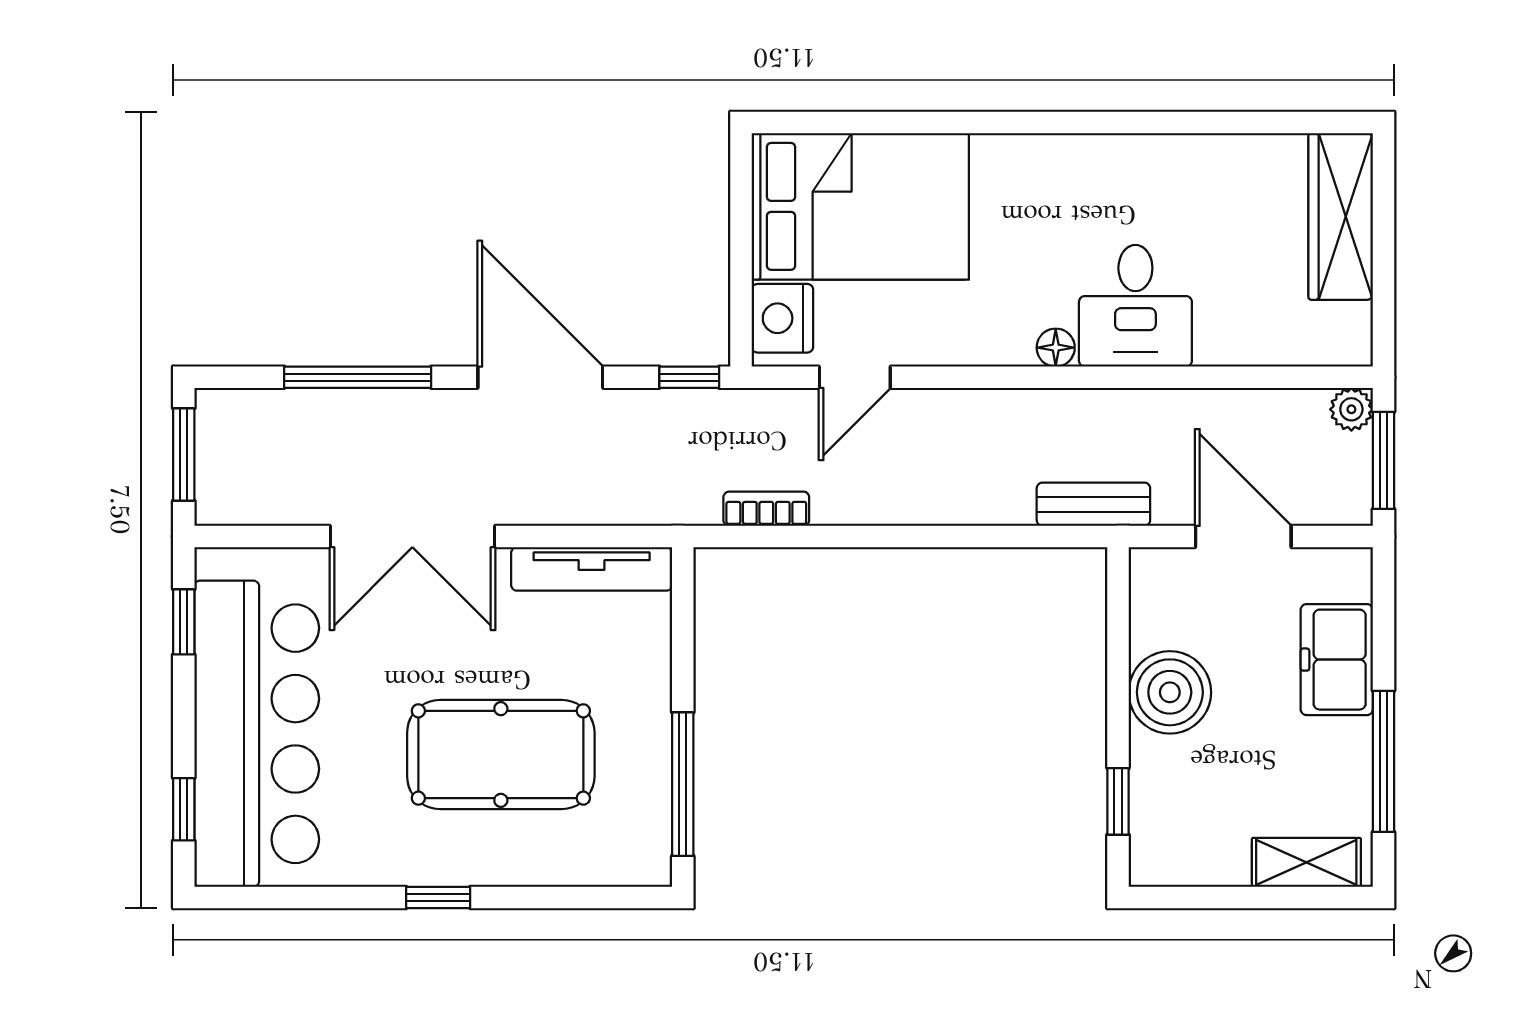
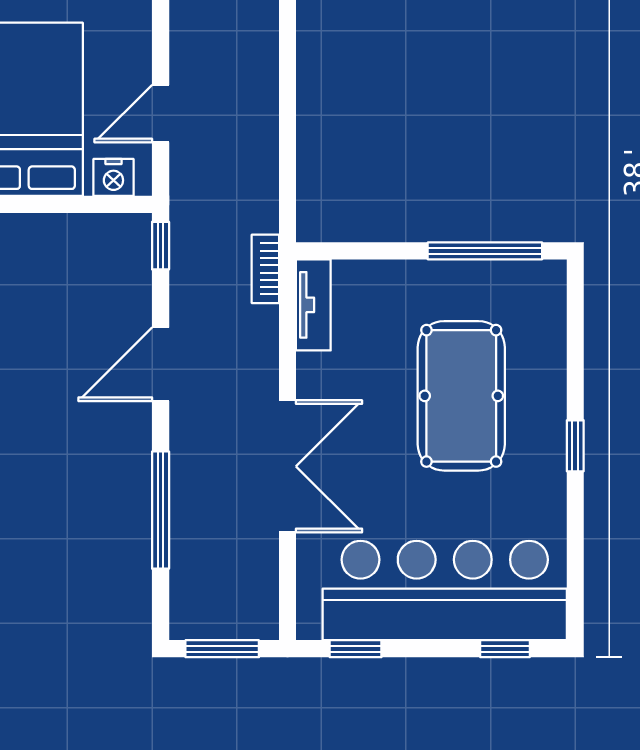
nightstand: (782, 318) -> (113, 177), width x0.74, depth x0.75
door: (540, 377) -> (161, 364), width x0.73
door: (855, 377) -> (161, 114), swing flipped
bookcase: (766, 509) -> (265, 269), moved
tv unit: (592, 569) -> (313, 305), width x0.71

